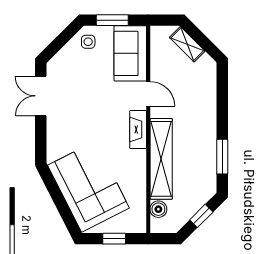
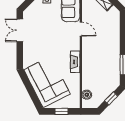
fireplace: (138, 129) -> (75, 62), moved
shelving: (161, 159) -> (88, 66), removed

